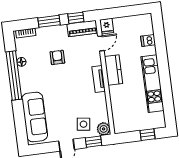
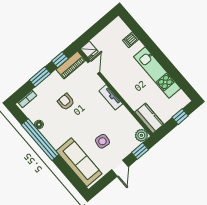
kitchen counter: (114, 70) -> (149, 118), moved
side table: (83, 124) -> (102, 141), moved

